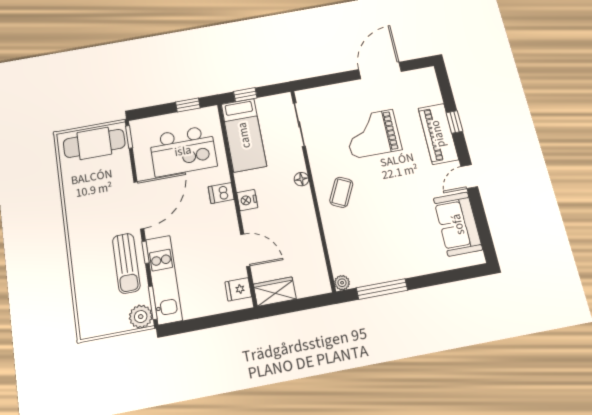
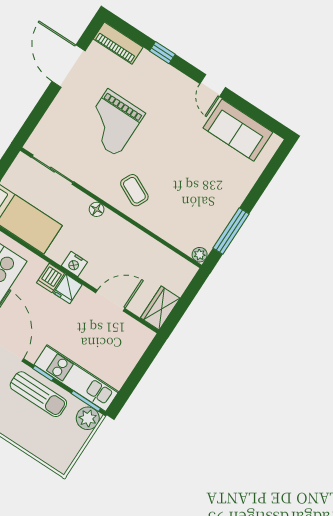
piano: (438, 134) -> (118, 43), moved, width x0.73, depth x0.75
fridge: (238, 289) -> (68, 289), moved

